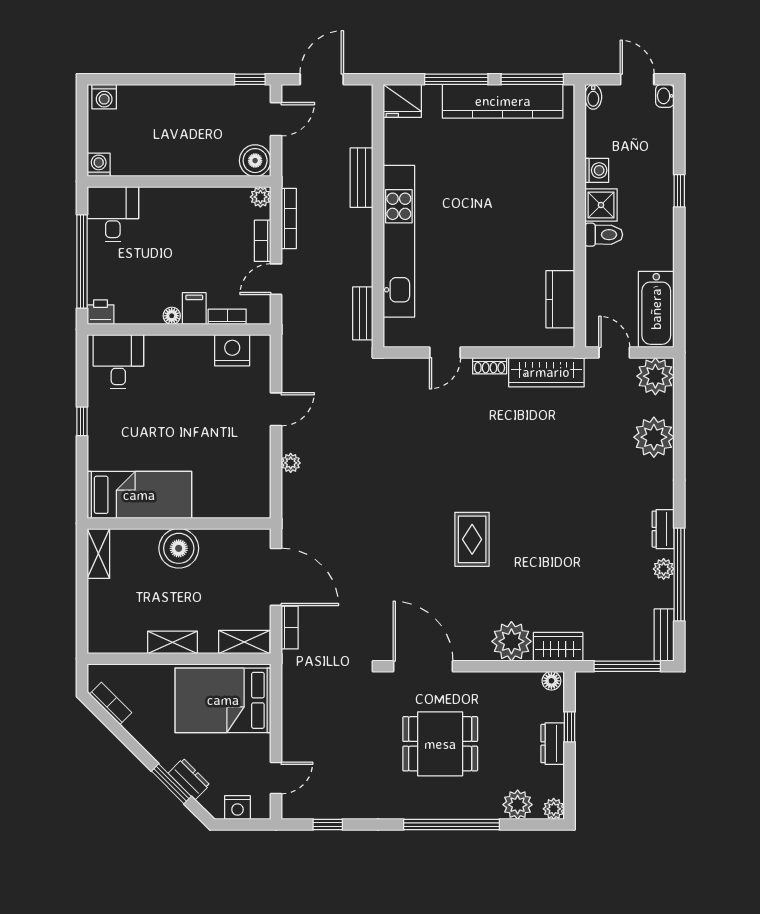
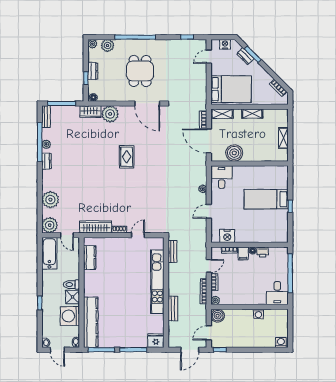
kitchen counter: (503, 101) -> (91, 322), moved, turned 90
washing machine: (99, 165) -> (258, 314), moved
washing machine: (597, 170) -> (70, 316), width x1.89, depth x1.89
printer: (101, 312) -> (263, 252), moved
desk: (118, 362) -> (222, 177), moved, turned 180
bed: (139, 495) -> (266, 199), moved
boiler: (179, 548) -> (234, 153), moved
shelving: (98, 553) -> (283, 138), moved
dining table: (440, 744) -> (140, 71), turned 90

